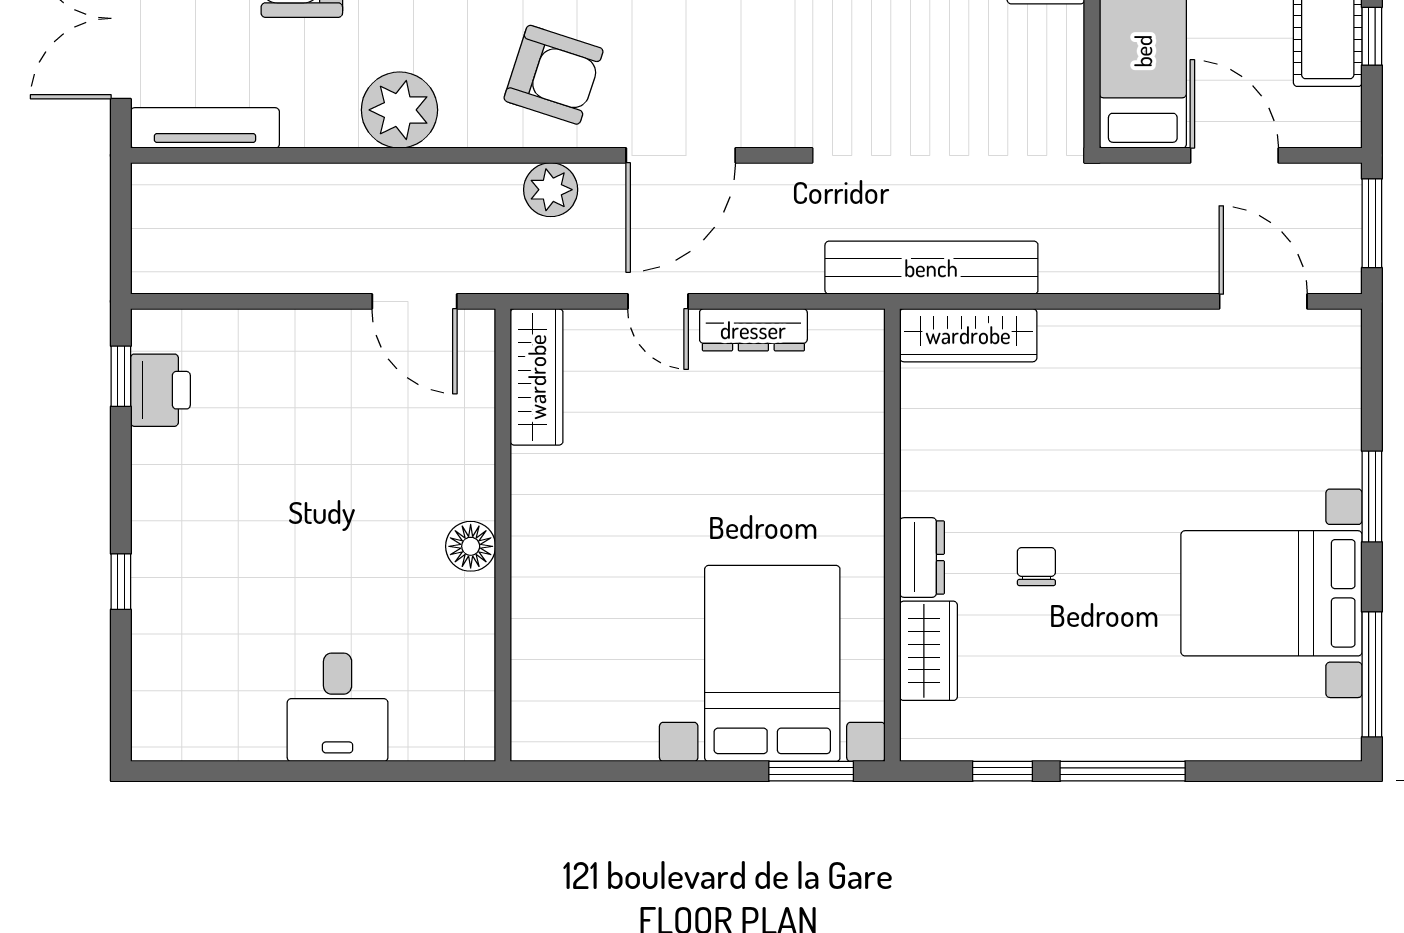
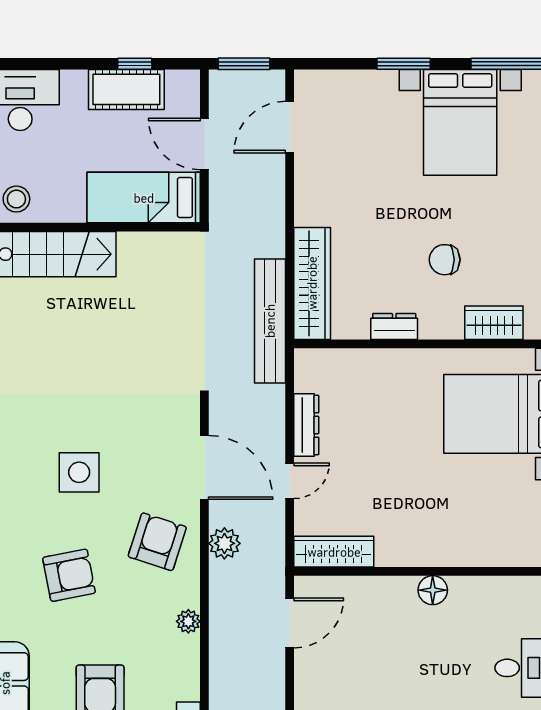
plant: (399, 110) -> (188, 621), width x0.53, depth x0.53
door: (1234, 155) -> (204, 144), hinge flipped
wardrobe: (968, 335) -> (312, 283), width x1.40, depth x1.17
dresser: (922, 557) -> (394, 326), moved
chair: (1036, 567) -> (445, 260), width x1.37, depth x1.37

